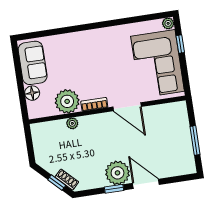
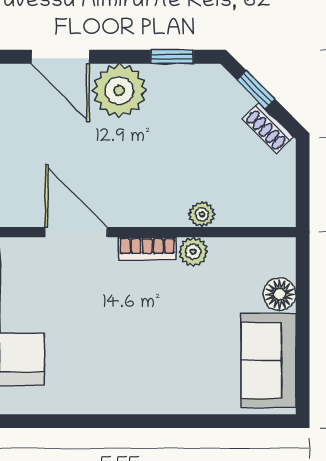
plant: (67, 101) -> (193, 252), width x0.53, depth x0.53
shoe rack: (67, 180) -> (268, 128), moved
window: (114, 189) -> (172, 57), moved

